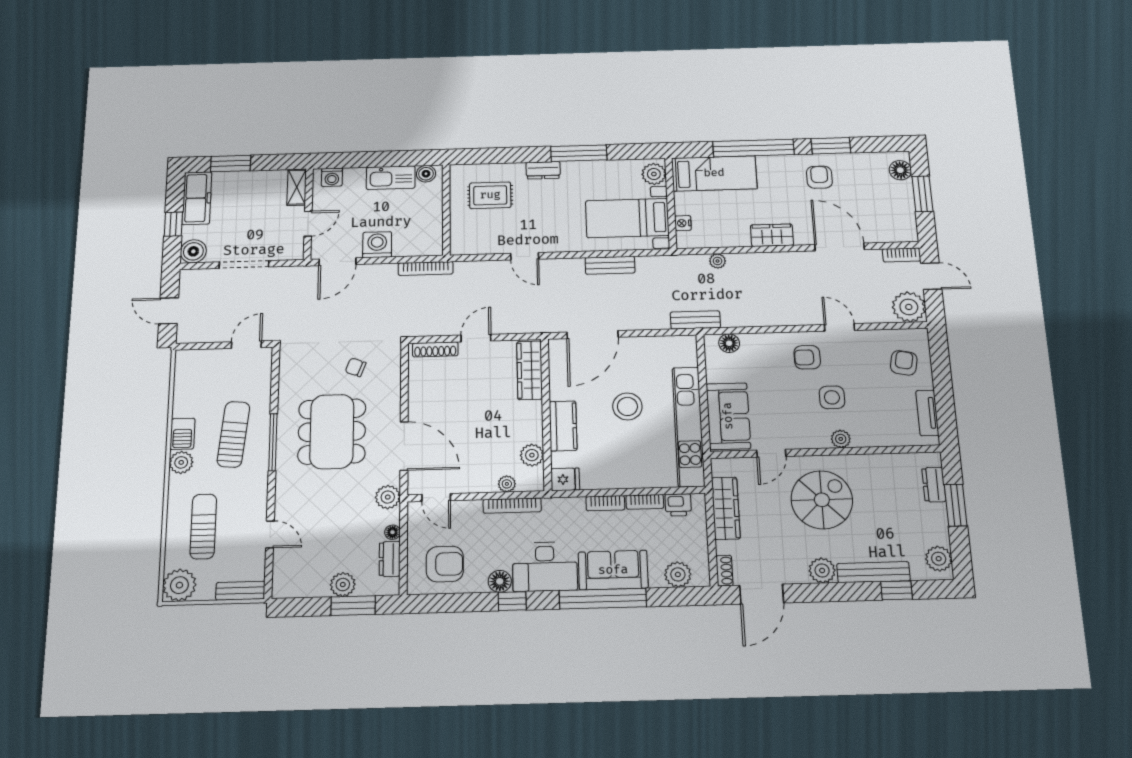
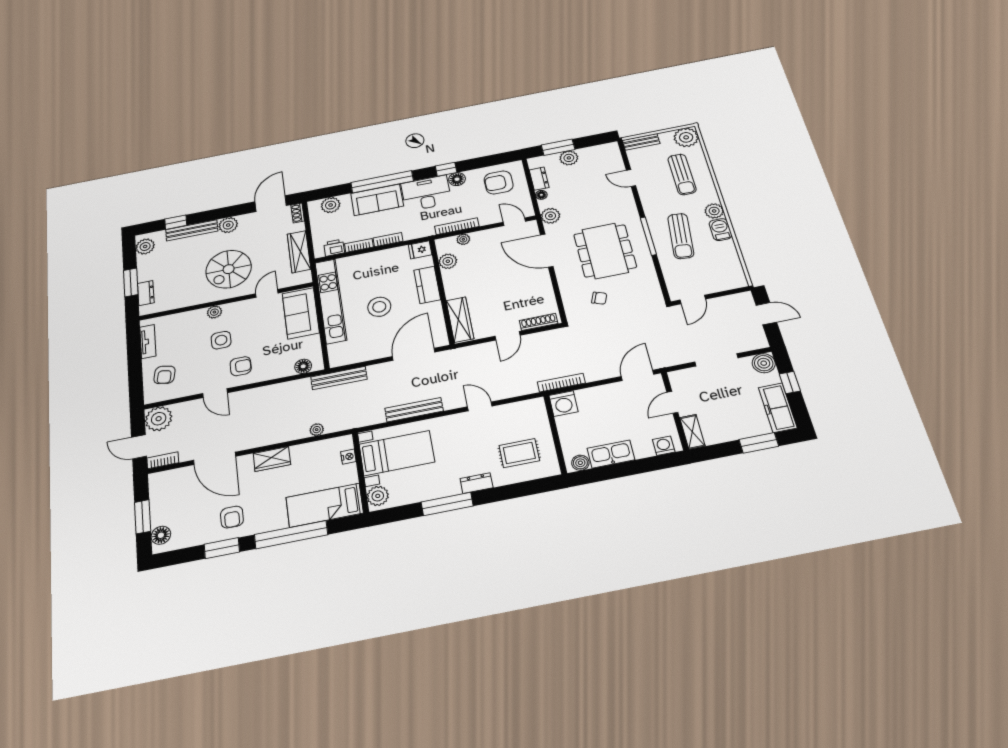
washing machine: (377, 245) -> (563, 404), moved
bench: (610, 265) -> (414, 410), width x1.36
bench: (695, 320) -> (339, 378), width x1.36

